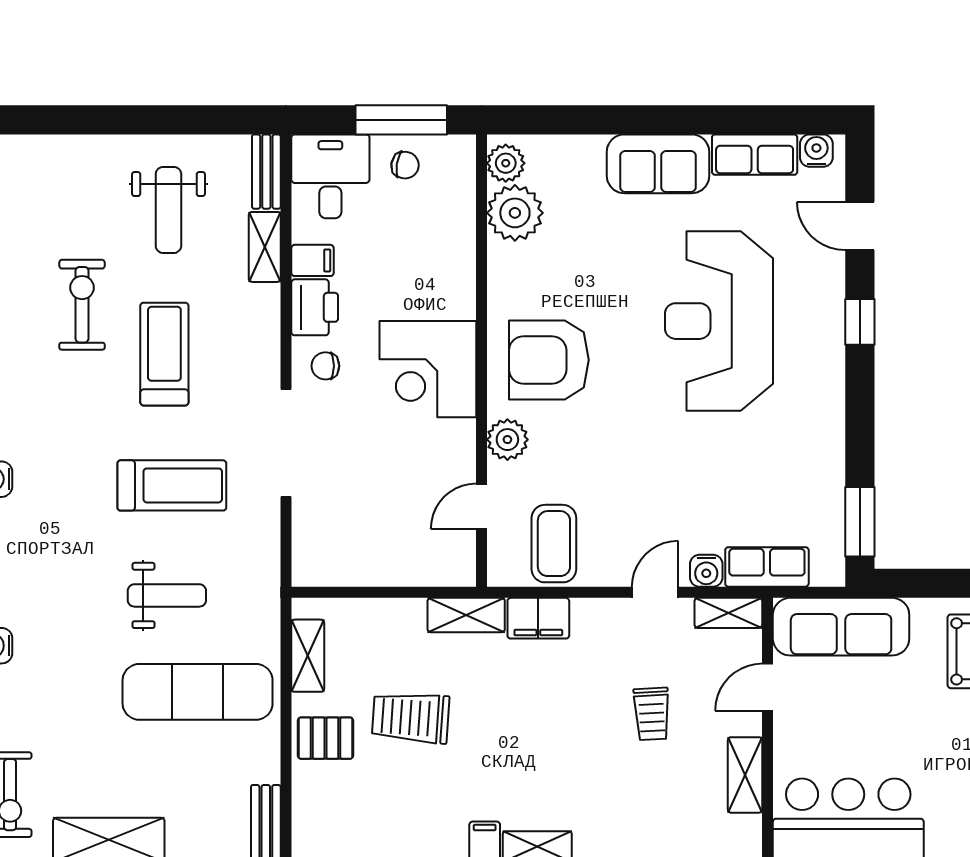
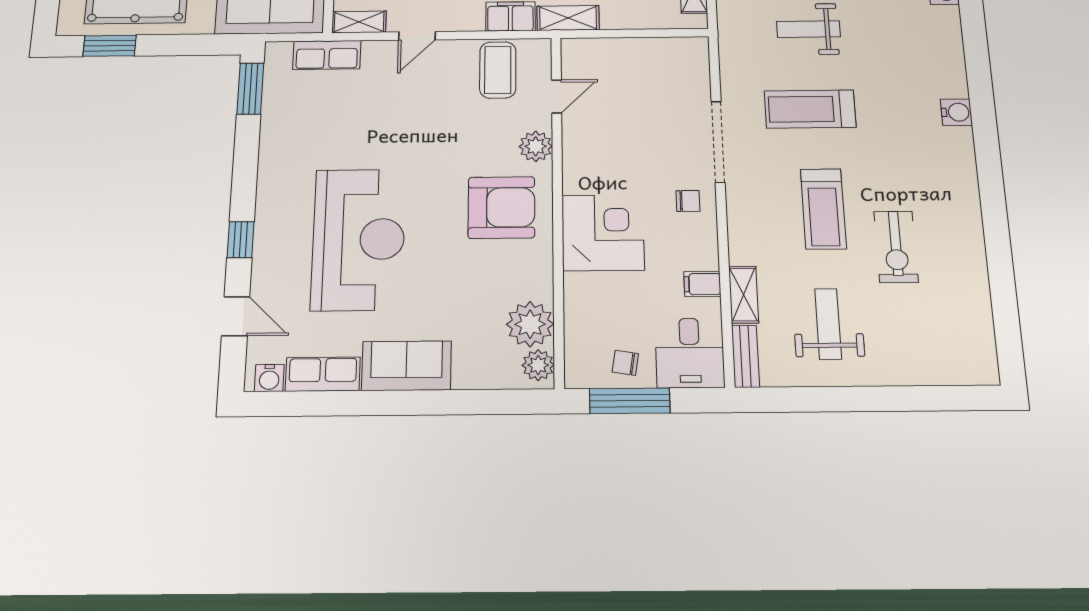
printer: (315, 307) -> (699, 247), removed
corner desk: (428, 369) -> (603, 233), moved
water cooler: (706, 571) -> (376, 52), removed

